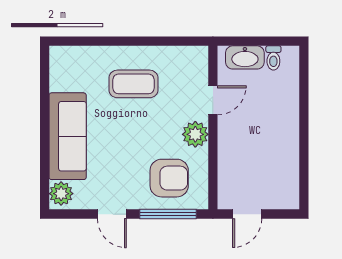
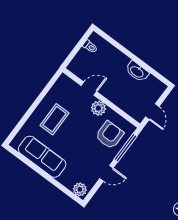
washbasin: (245, 57) -> (137, 72), moved, turned 90
door: (213, 100) -> (89, 89), hinge flipped
sofa: (68, 136) -> (42, 157), moved

